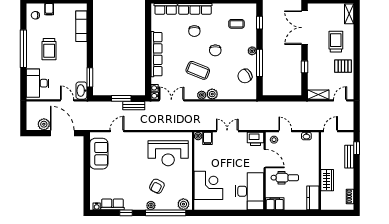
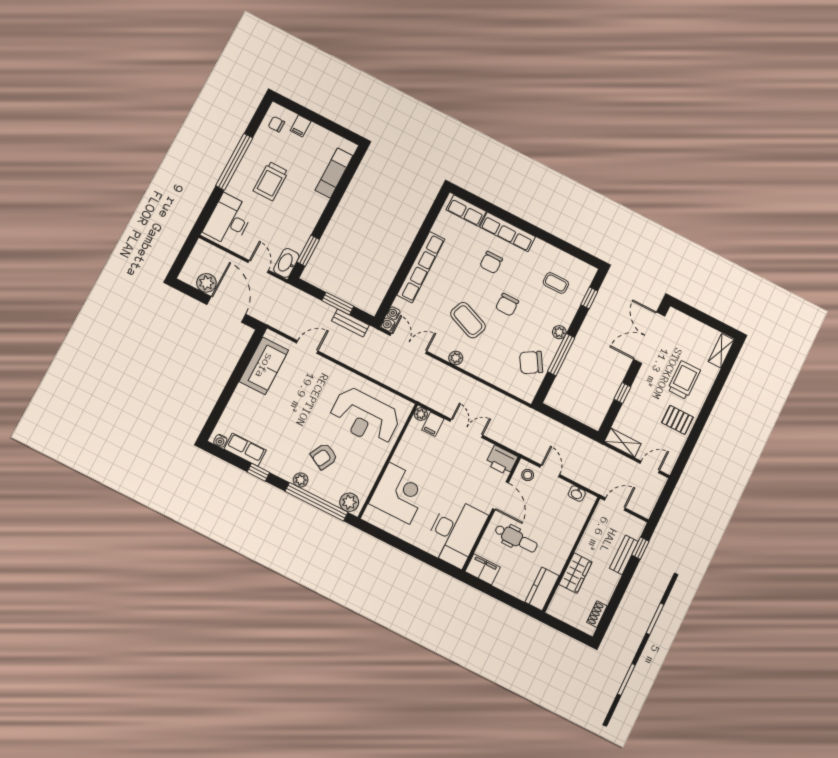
plant: (212, 94) -> (472, 364), removed

